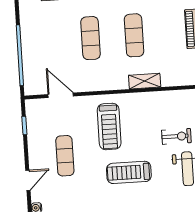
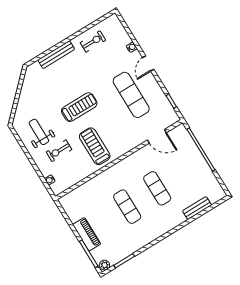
shelving: (145, 81) -> (102, 178), removed
treadmill: (109, 126) -> (95, 146), moved
exercise mat: (65, 156) -> (131, 95), width x1.36, depth x1.45

